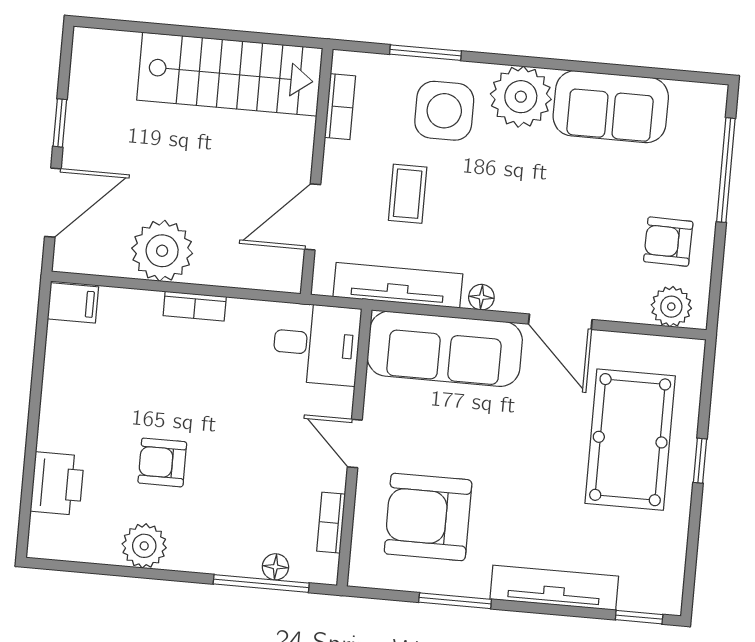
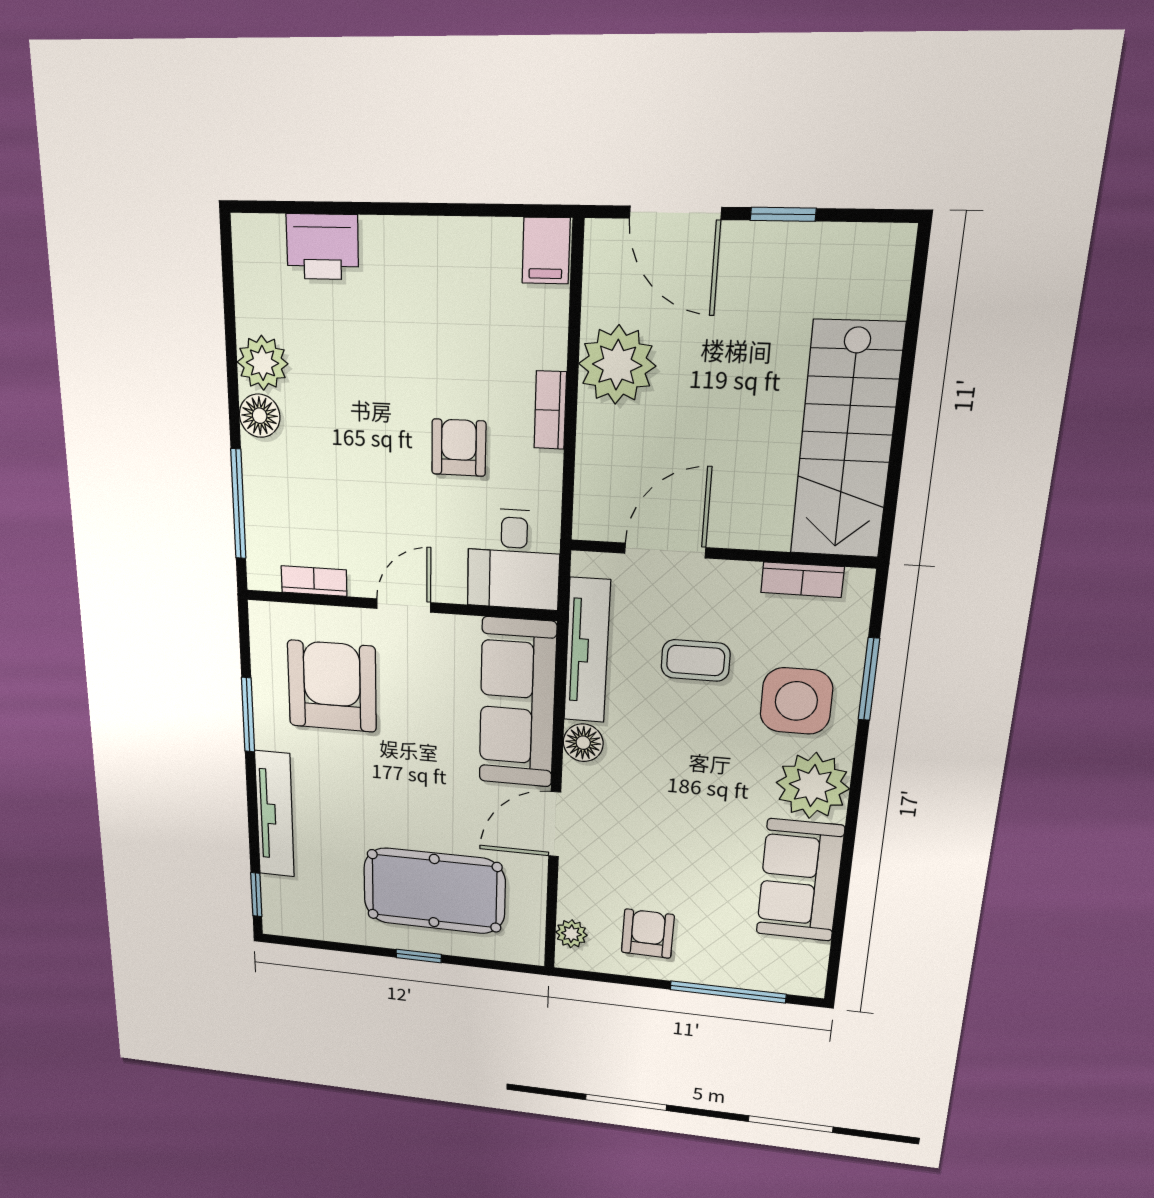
door: (313, 217) -> (665, 550), hinge flipped
floor lamp: (481, 297) -> (583, 743), width x1.37, depth x1.37
plant: (671, 307) -> (571, 934), width x0.73, depth x0.73
armchair: (162, 462) -> (459, 448), moved
floor lamp: (275, 567) -> (260, 416), moved, width x1.37, depth x1.37

